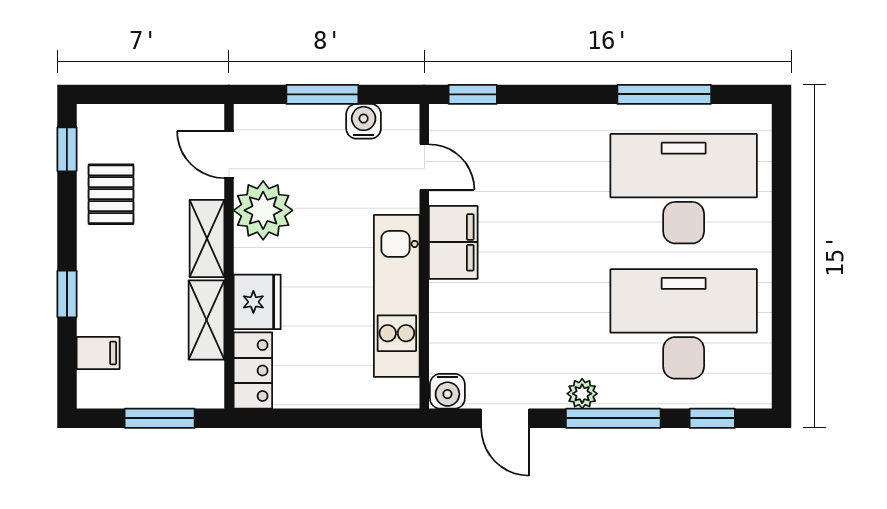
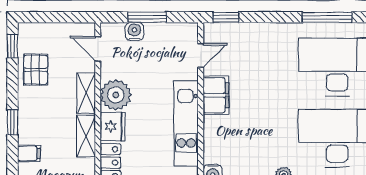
water cooler: (364, 121) -> (134, 31), moved
door: (424, 167) -> (201, 55), hinge flipped
plant: (263, 210) -> (116, 95), moved

